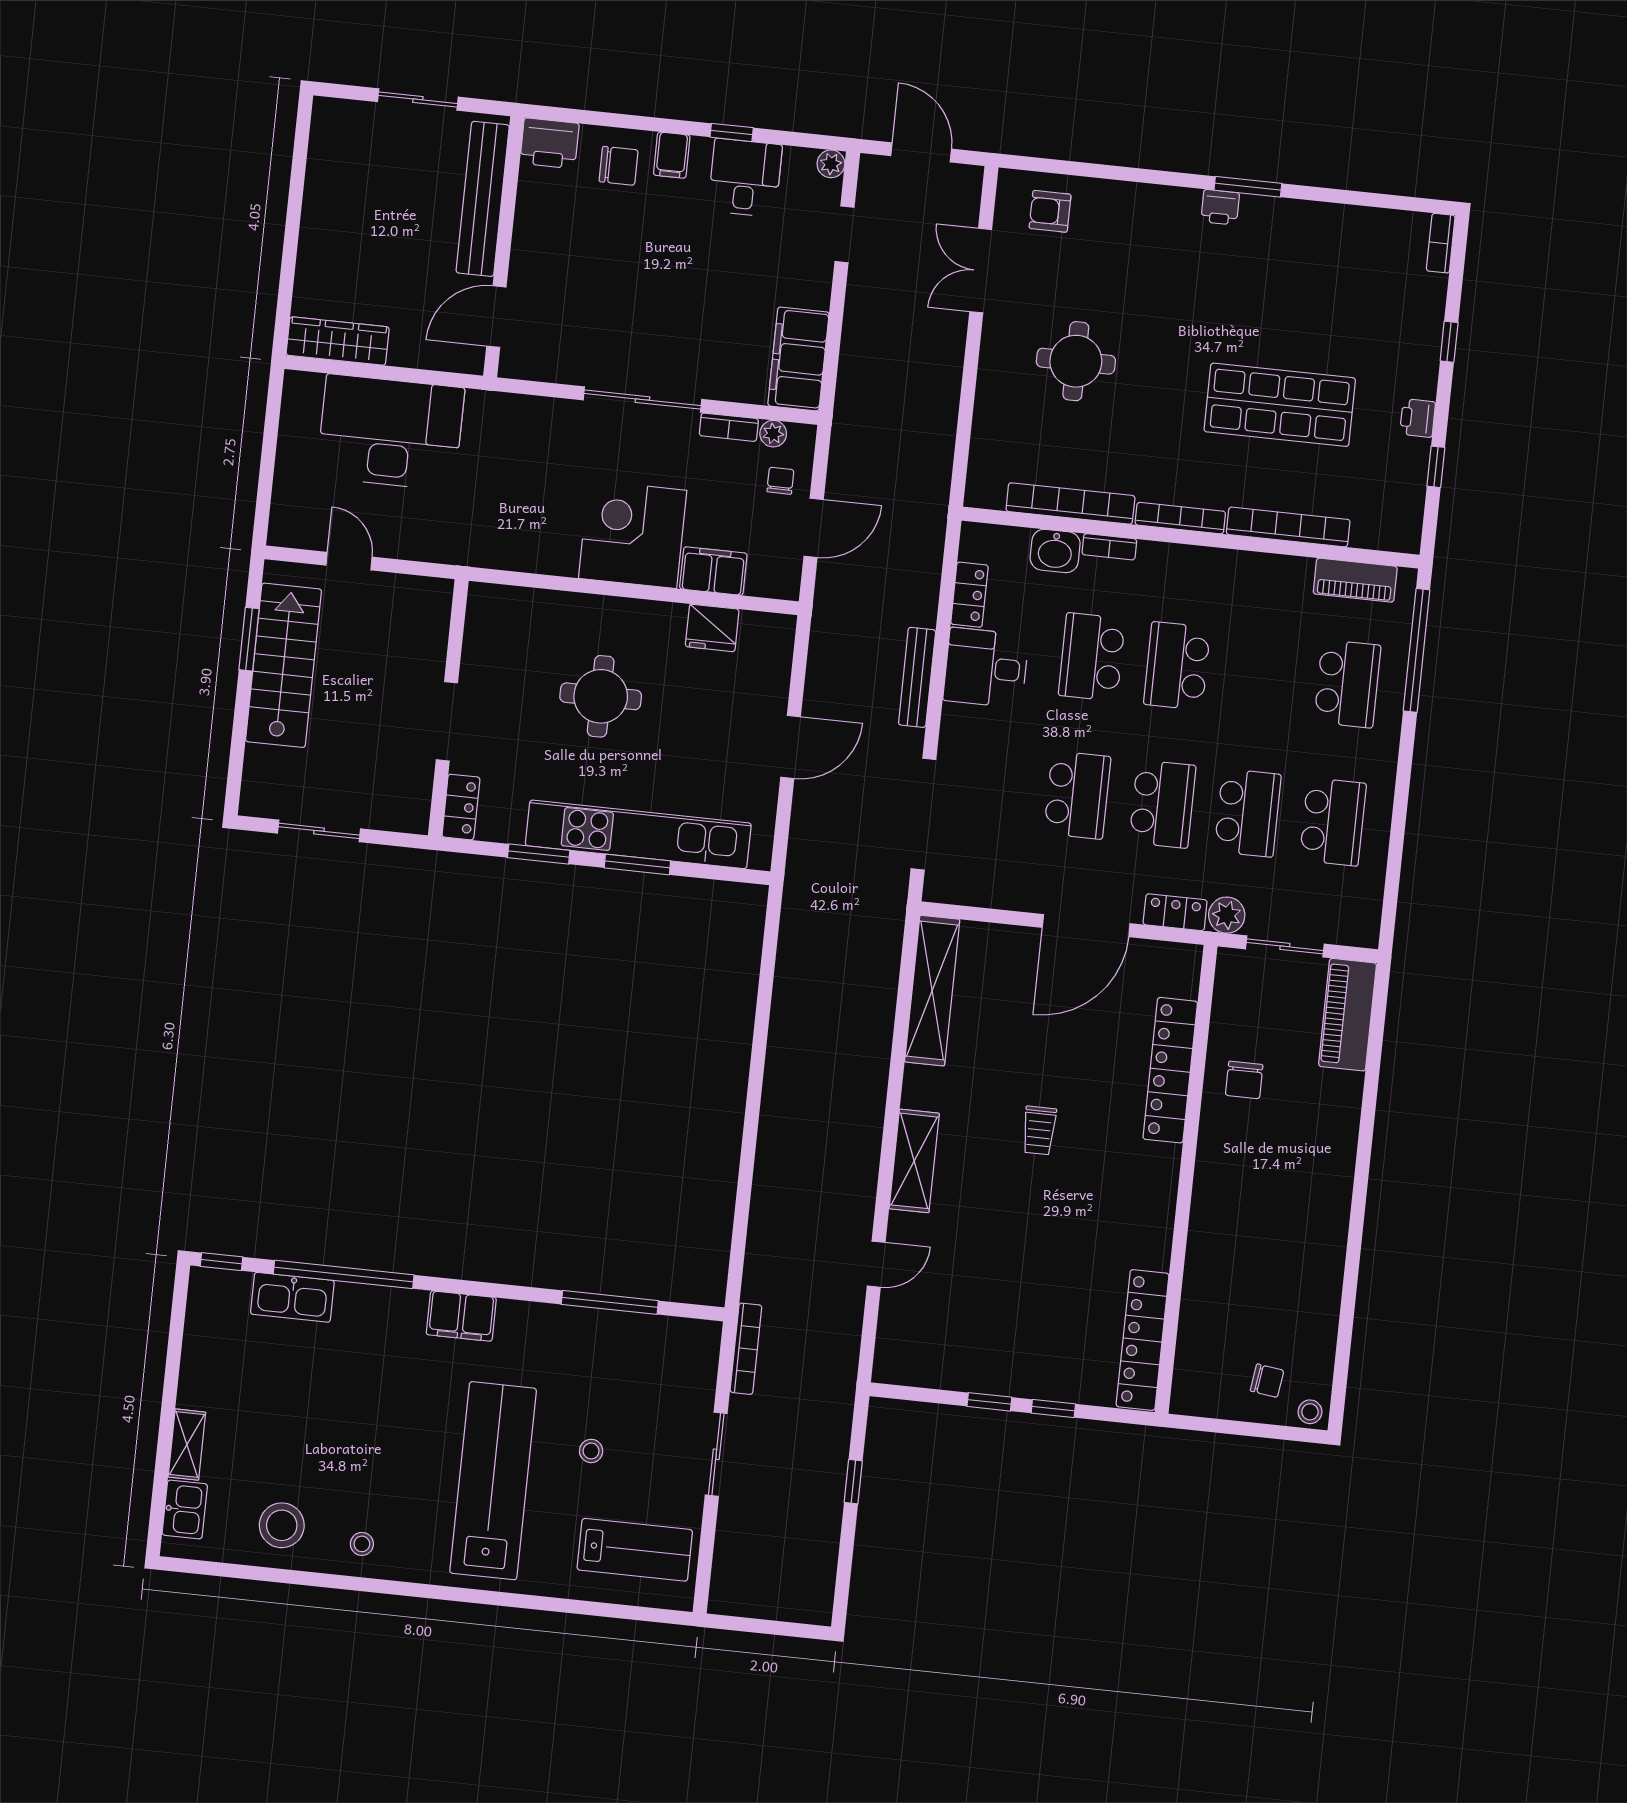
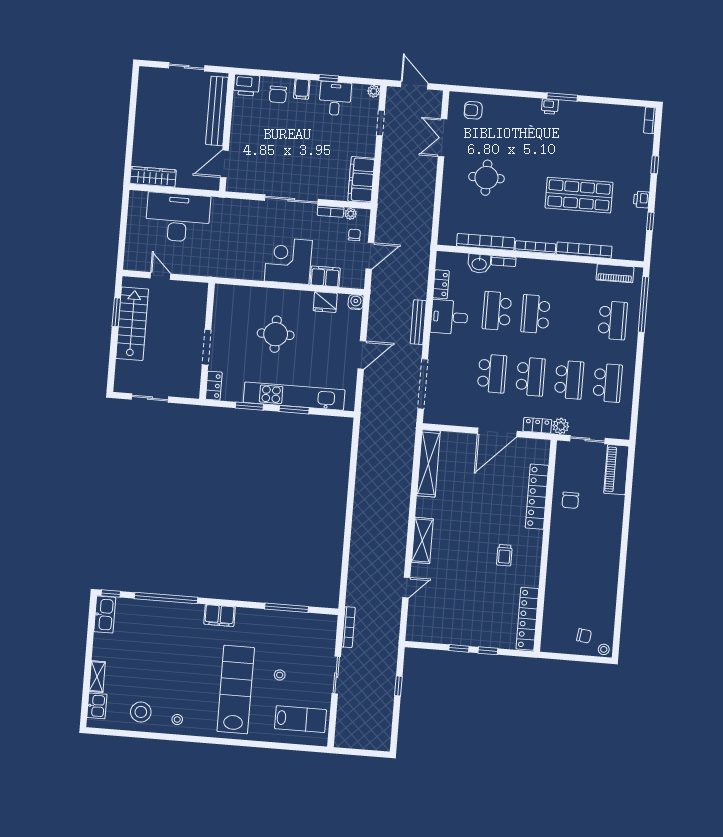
chair: (619, 166) -> (278, 94), turned 90
water cooler: (780, 630) -> (356, 302), added
trolley: (1039, 1130) -> (504, 555), moved
kitchen sink: (292, 1297) -> (105, 615), moved, turned -90

